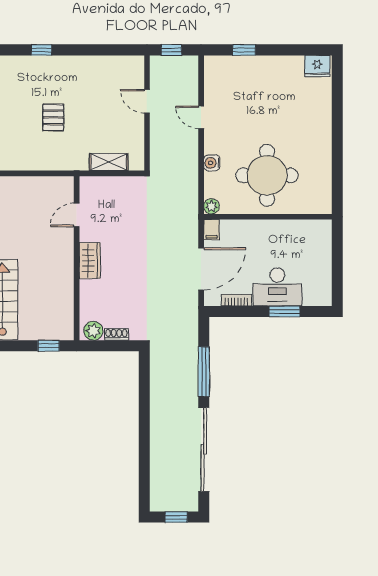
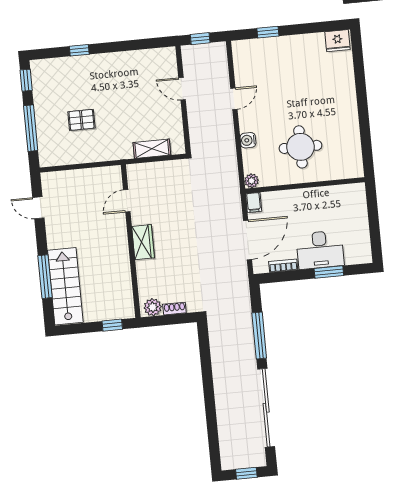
pallet: (53, 117) -> (81, 120), moved, turned 90
door: (201, 117) -> (234, 99), swing flipped
round table: (267, 175) -> (300, 147), width x0.73, depth x0.73

